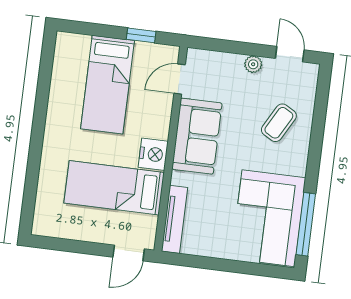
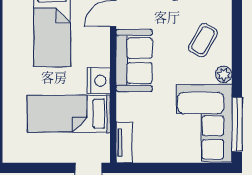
plant: (298, 165) -> (224, 74), added
tv unit: (174, 219) -> (124, 143), width x0.71

